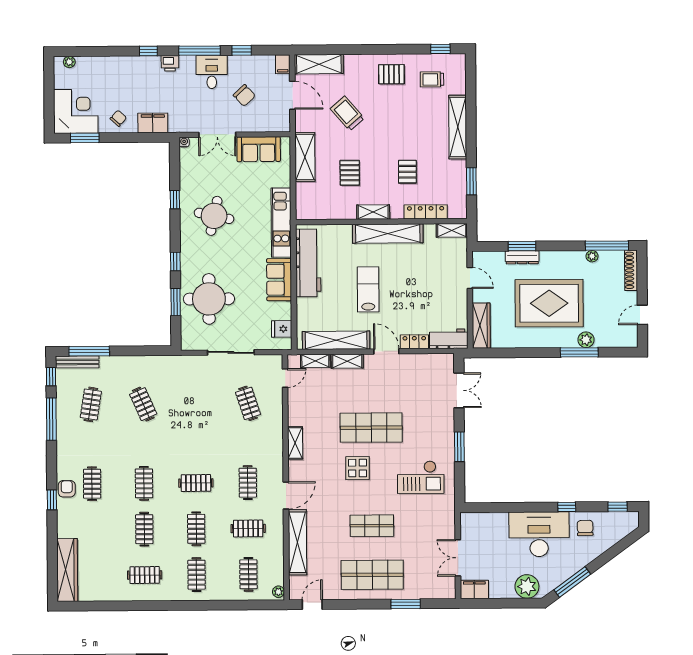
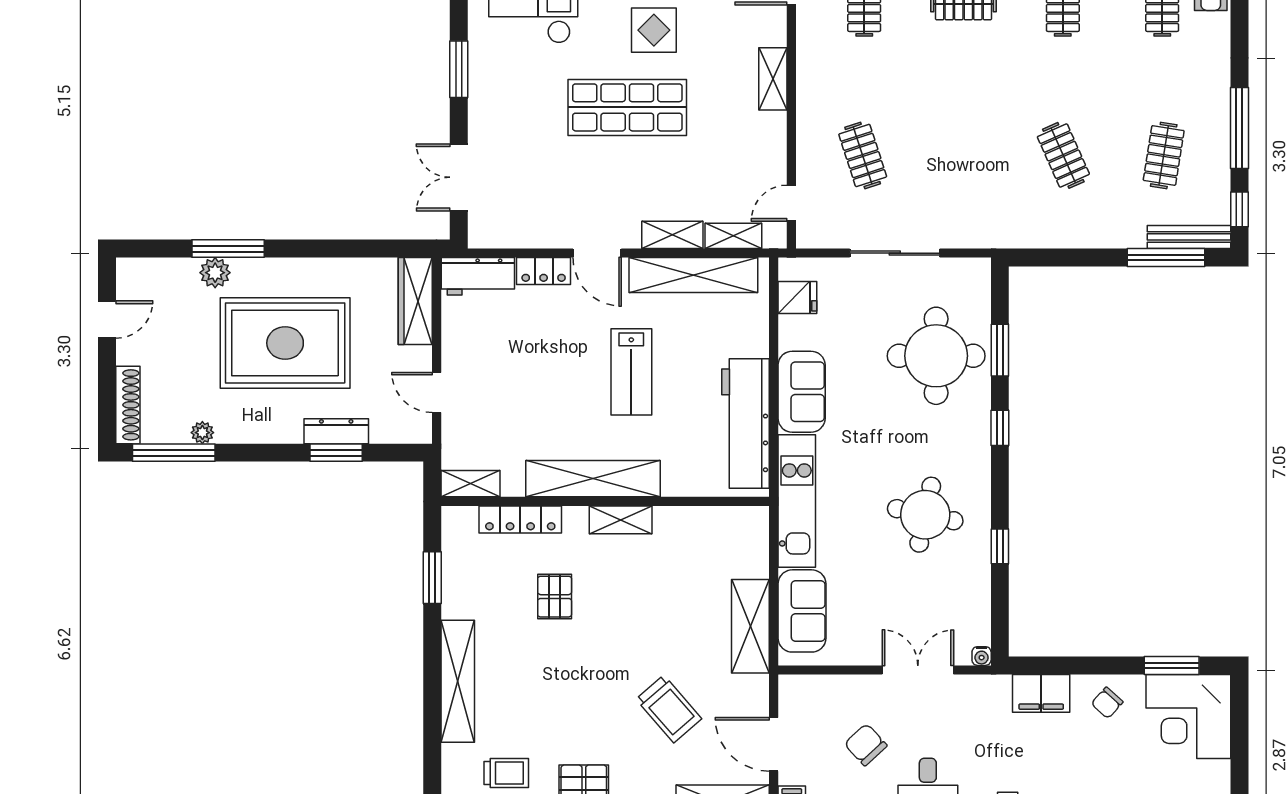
sofa: (259, 149) -> (802, 611), moved, turned 90
pallet: (350, 173) -> (665, 595), removed

